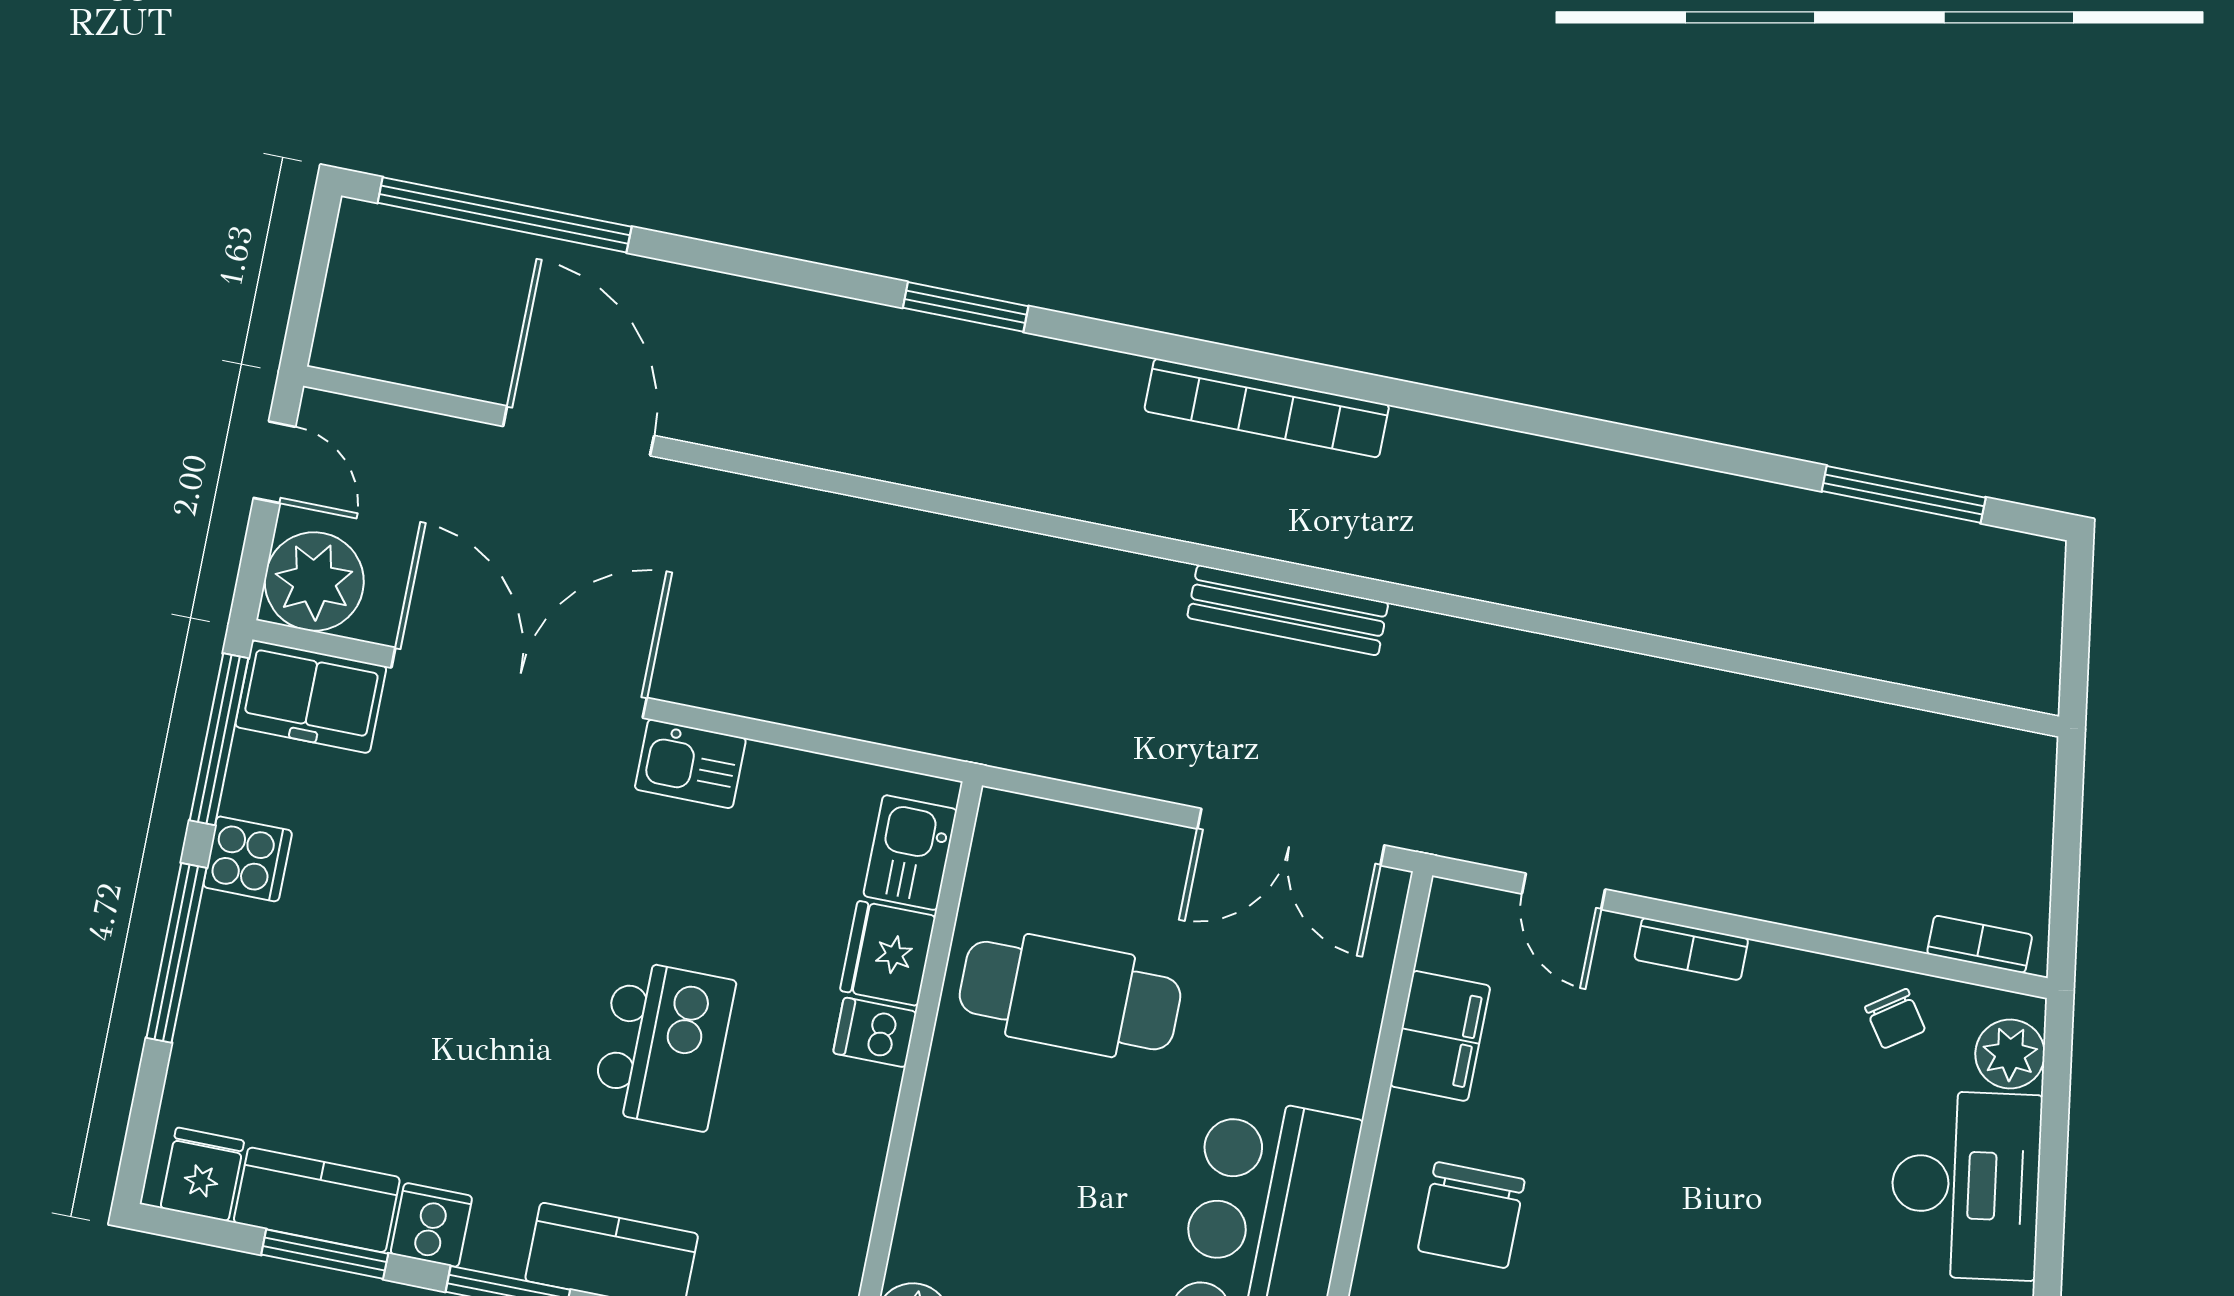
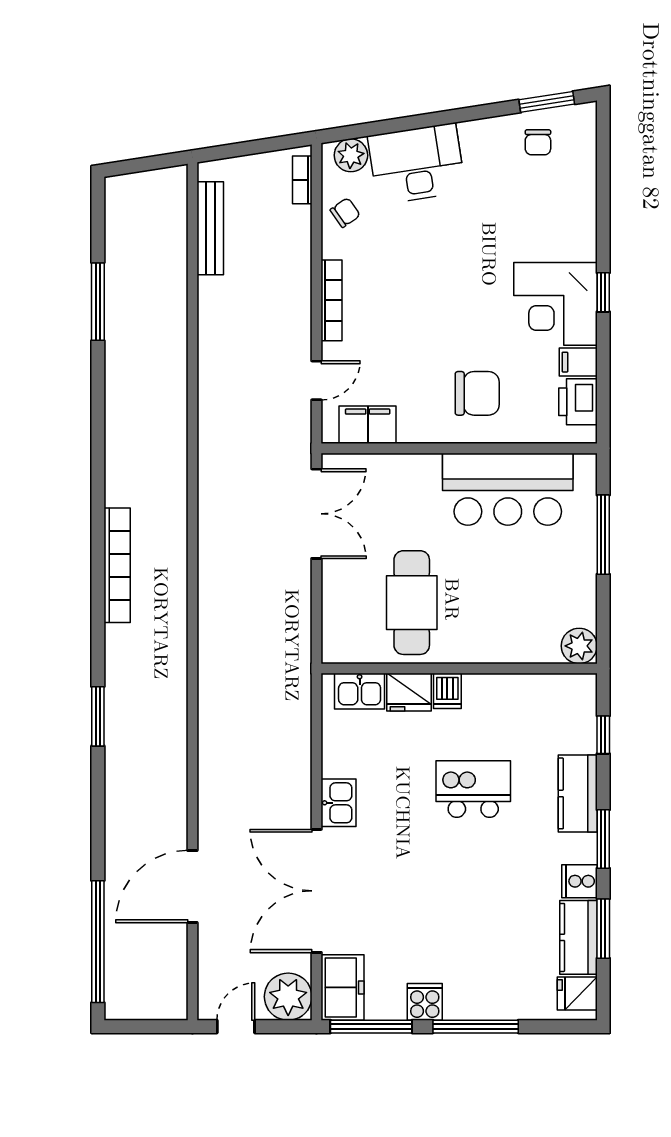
window: (1904, 494) -> (98, 302), moved
bench: (1288, 610) -> (210, 228), moved
bookcase: (1691, 949) -> (331, 300), width x1.56
filing cabinet: (1440, 1036) -> (368, 425), moved

